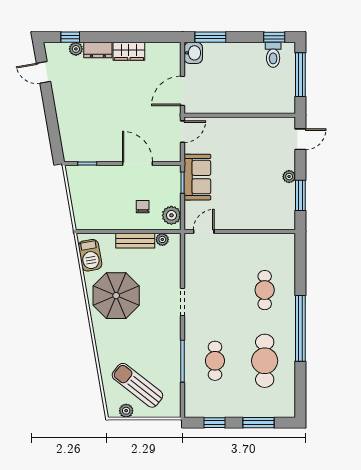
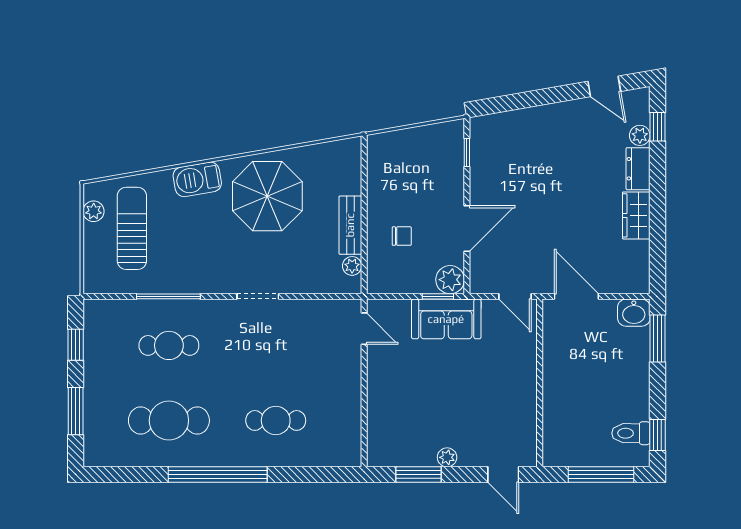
door: (43, 72) -> (604, 86), swing flipped
plant: (171, 215) -> (450, 280), moved
barbecue: (90, 255) -> (197, 179), moved
sun lounger: (137, 385) -> (132, 228), turned -38

